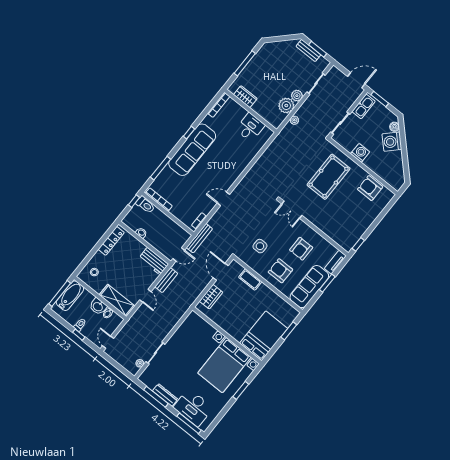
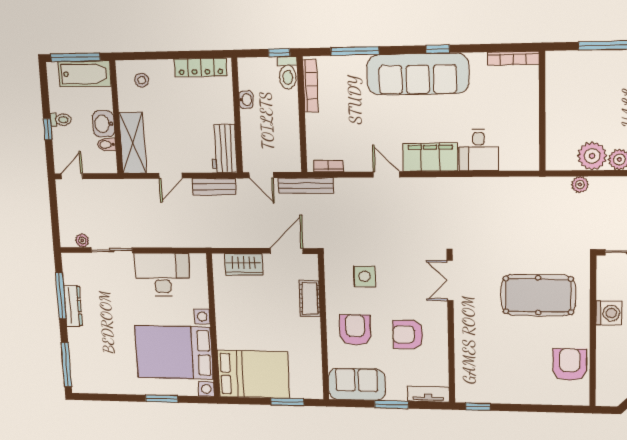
wardrobe: (245, 97) -> (557, 87), removed
desk: (250, 127) -> (479, 150), moved, turned 90
filing cabinet: (231, 174) -> (430, 157), added
sofa: (309, 287) -> (357, 384), width x0.73
desk: (193, 407) -> (162, 275), moved, turned 90

